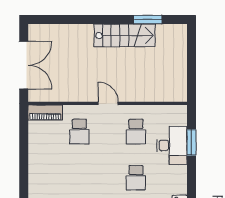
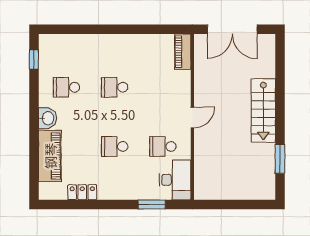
stairs: (125, 35) -> (263, 111), moved
school desk: (79, 132) -> (115, 87), moved
desk: (172, 145) -> (175, 180), moved, turned -90

